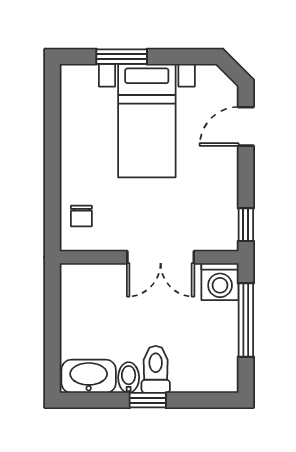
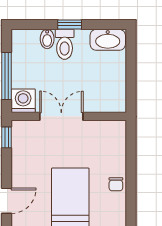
chair: (81, 216) -> (116, 184), moved, turned 180
bidet: (129, 378) -> (47, 39), moved

